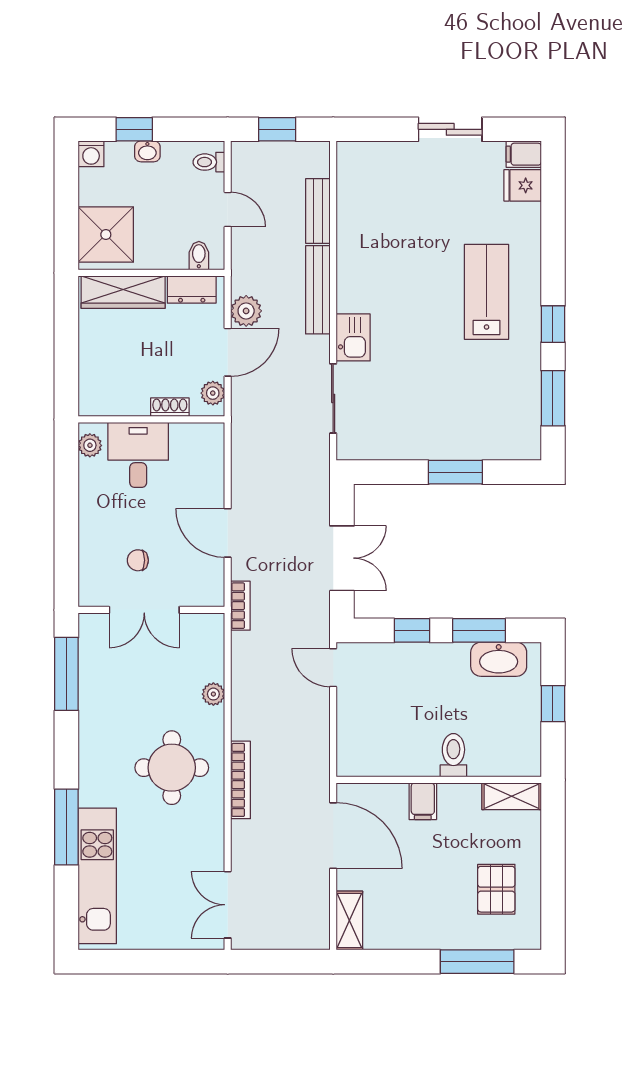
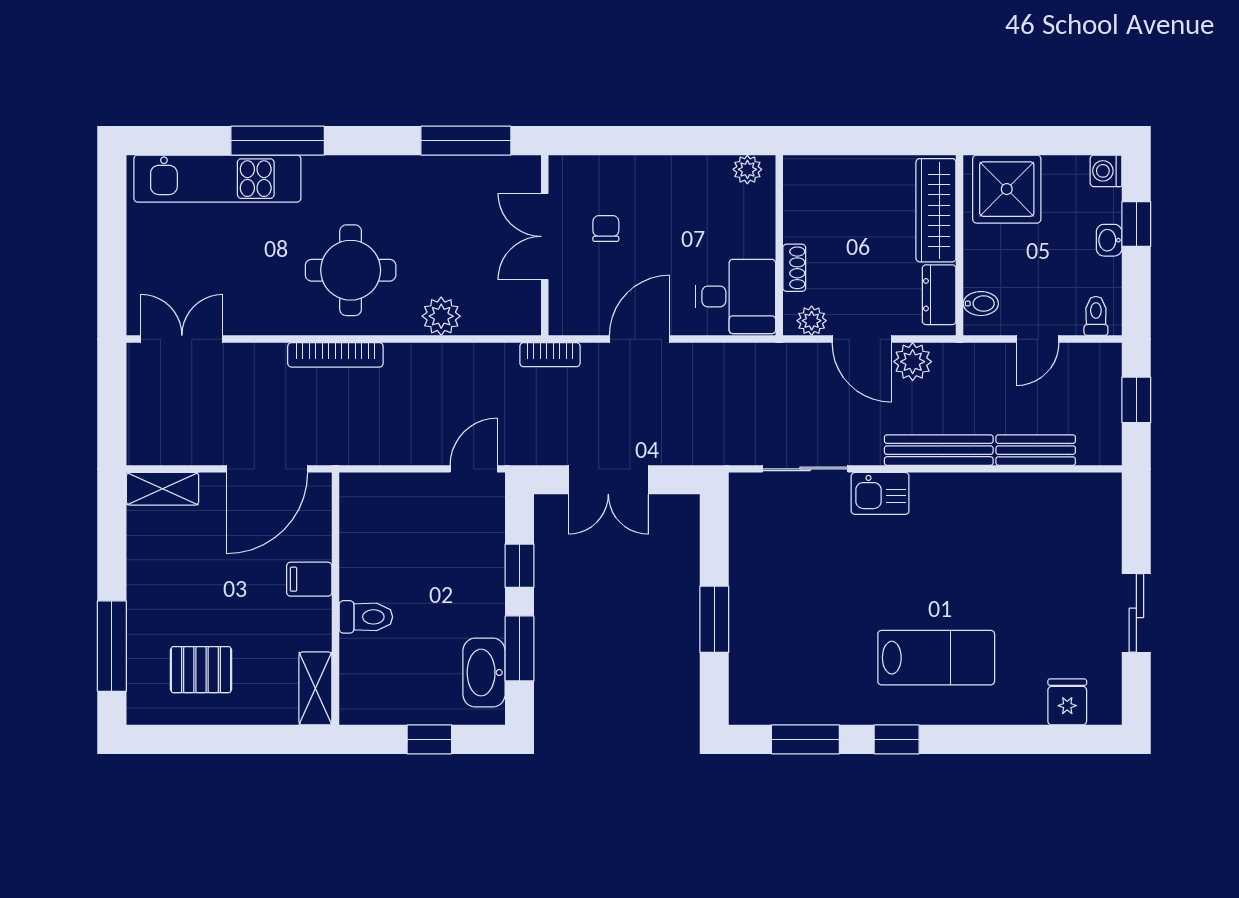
filing cabinet: (524, 154) -> (1106, 703), removed
desk: (138, 455) -> (736, 296), moved
plant: (213, 694) -> (441, 316), width x1.38, depth x1.38

